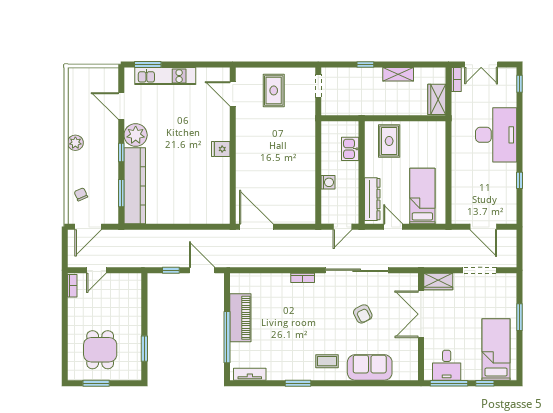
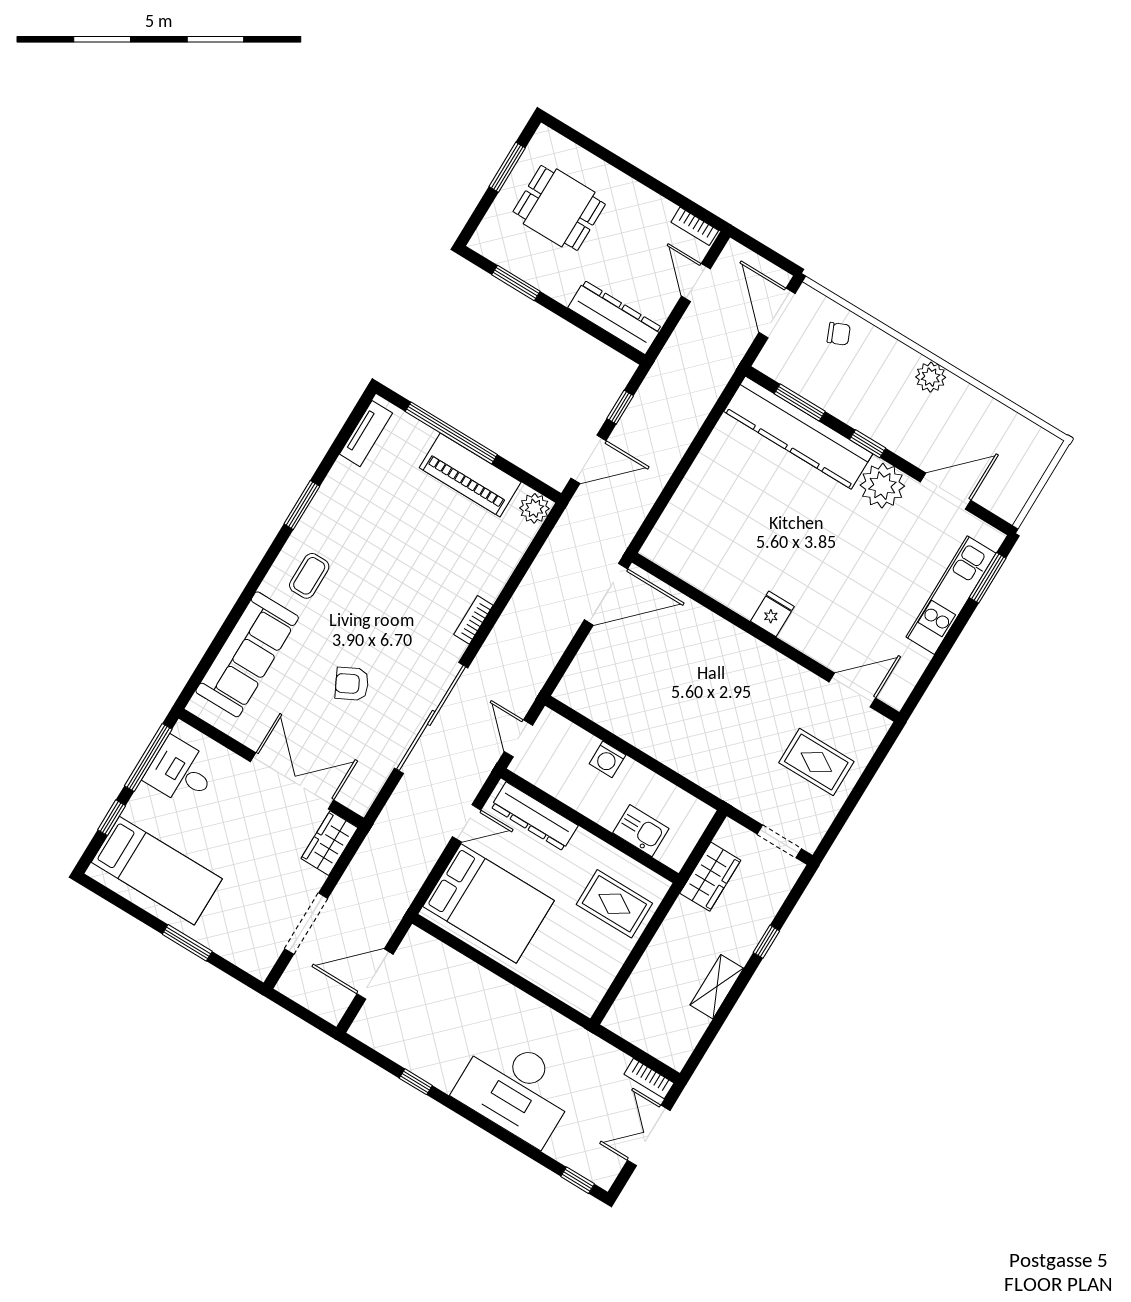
wardrobe: (437, 99) -> (710, 877), moved, turned 90
bed: (422, 196) -> (489, 903), width x1.50
plant: (238, 281) -> (534, 508), added
dresser: (133, 296) -> (615, 318), added
sofa: (370, 367) -> (247, 654), width x1.36

